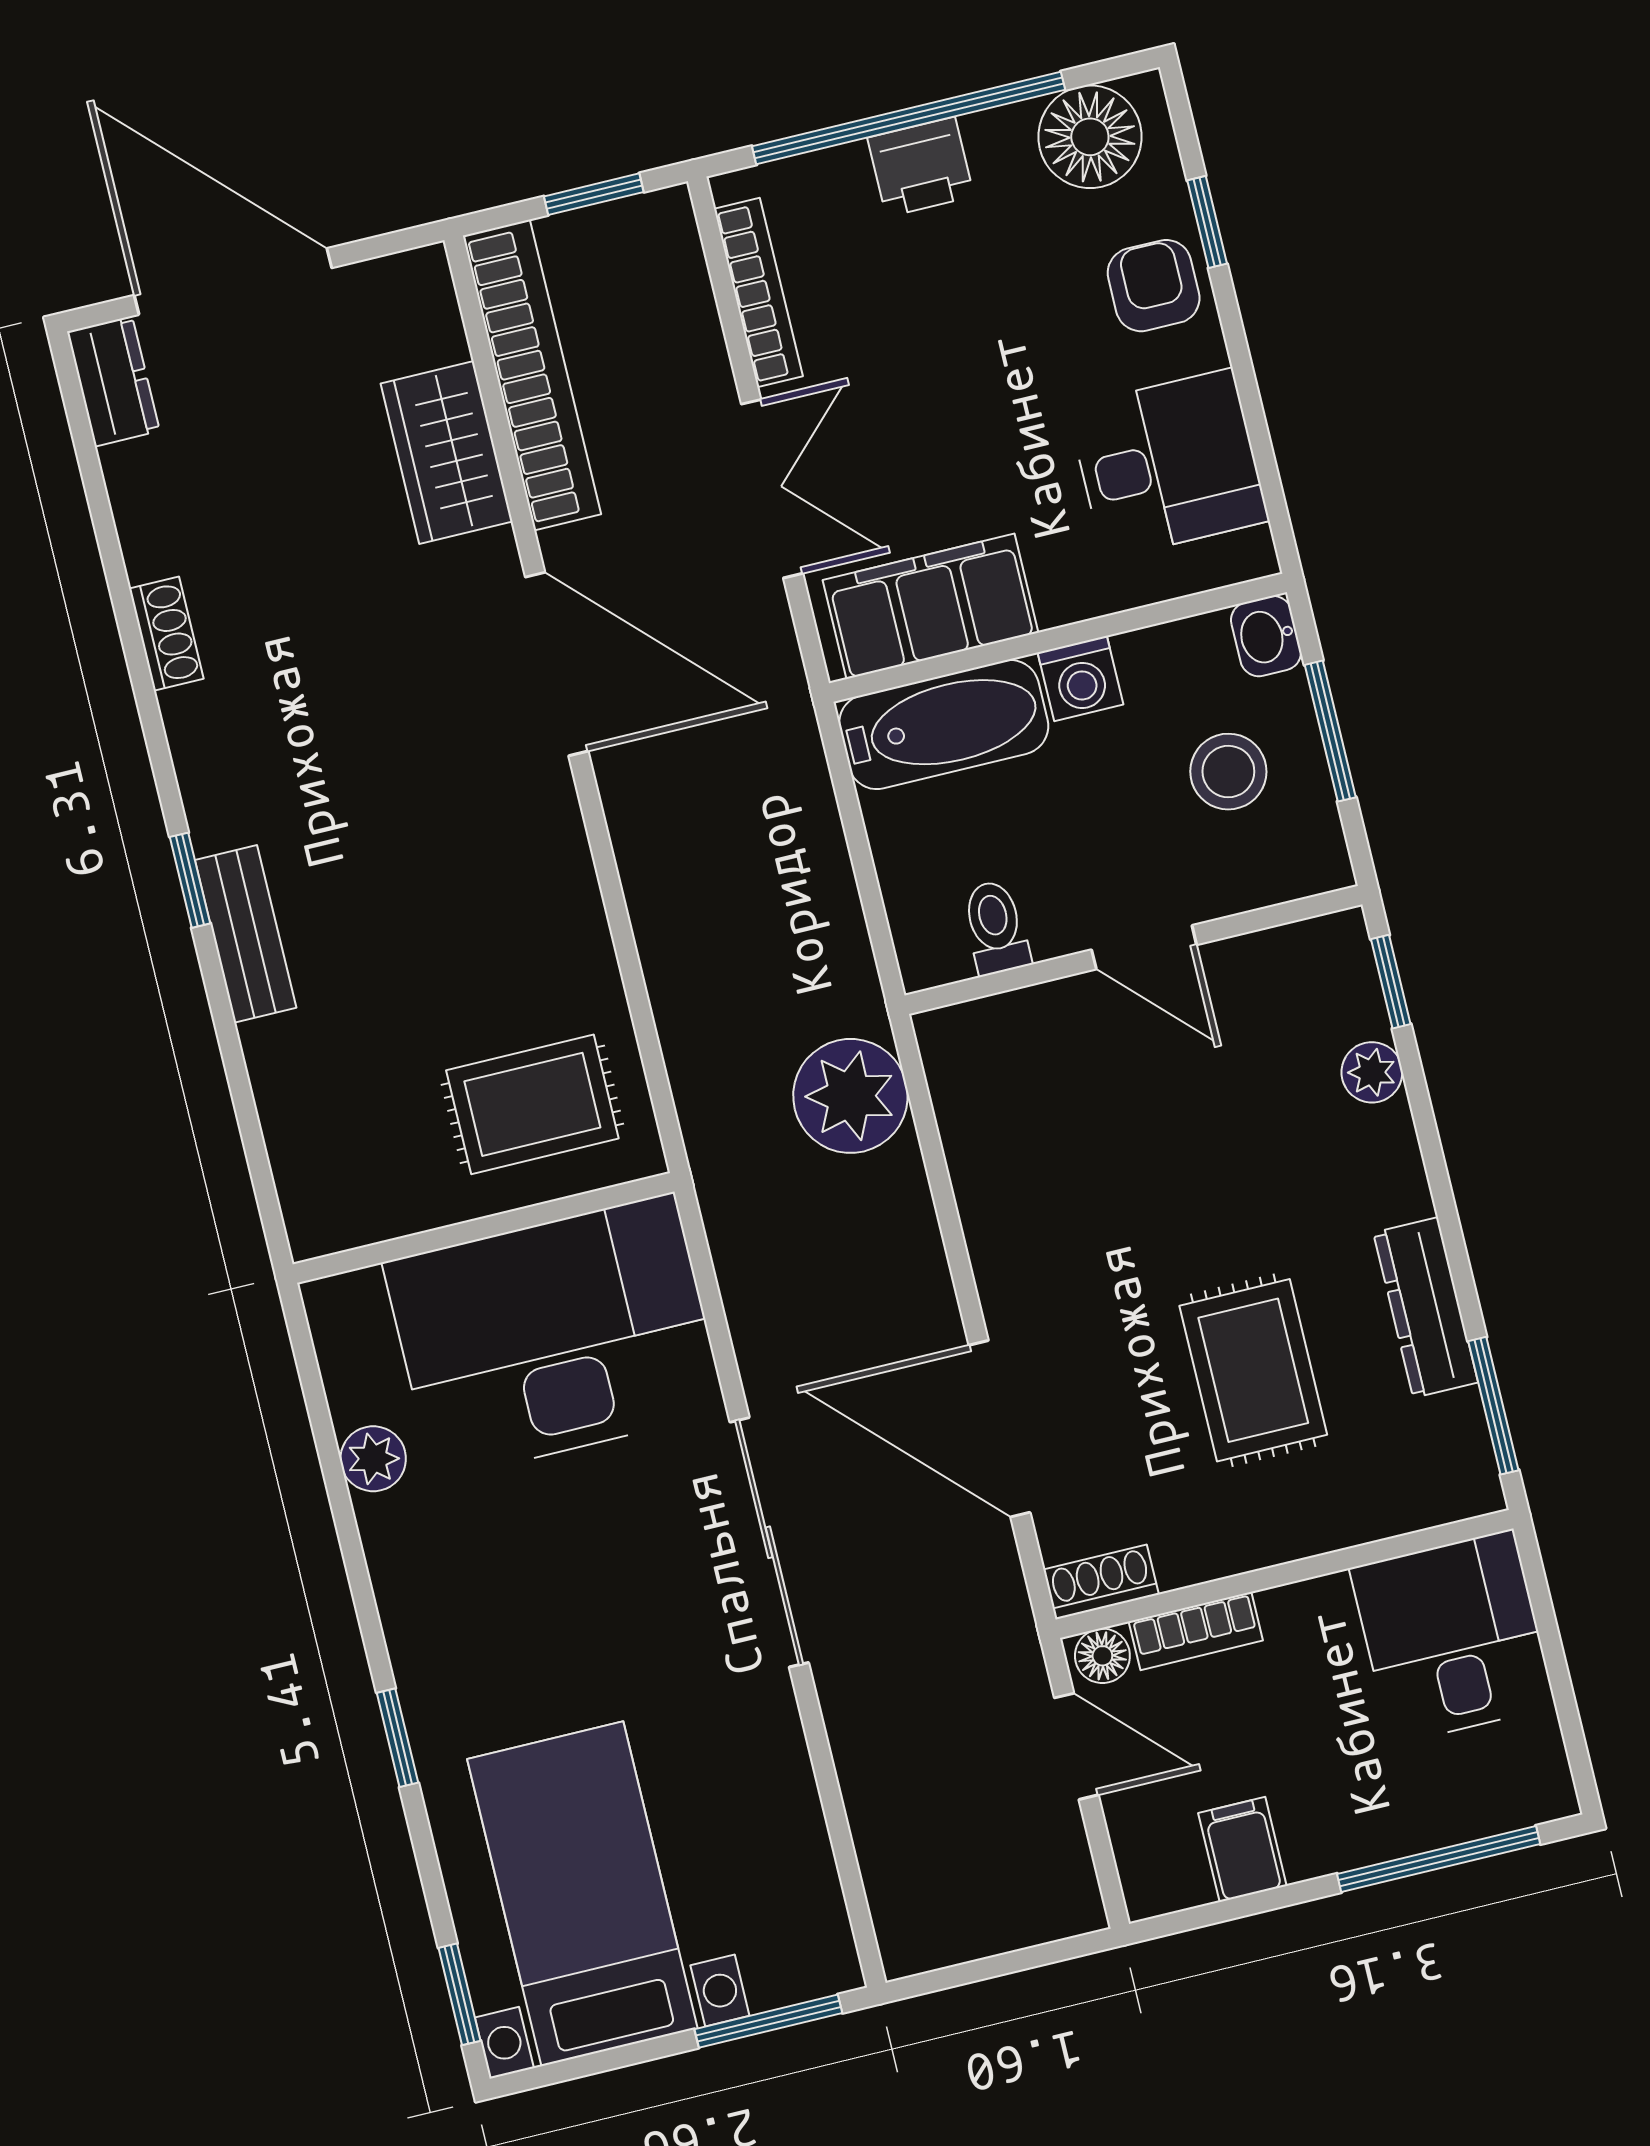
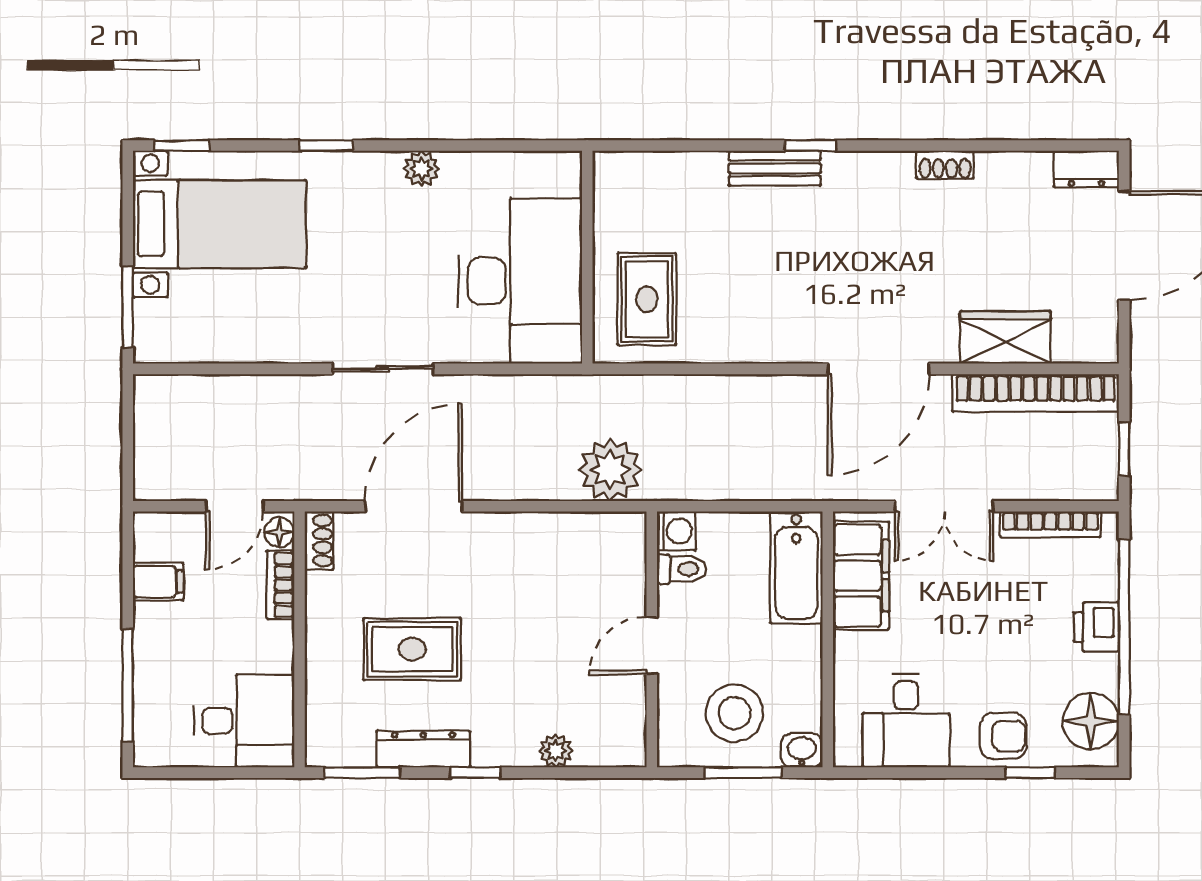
washing machine: (1080, 679) -> (676, 531), moved, turned 180
stool: (1228, 772) -> (734, 713), width x1.38, depth x1.38
window: (1391, 982) -> (475, 773), moved
plant: (373, 1459) -> (421, 169), moved
sliding door: (769, 1542) -> (383, 369), width x0.73

